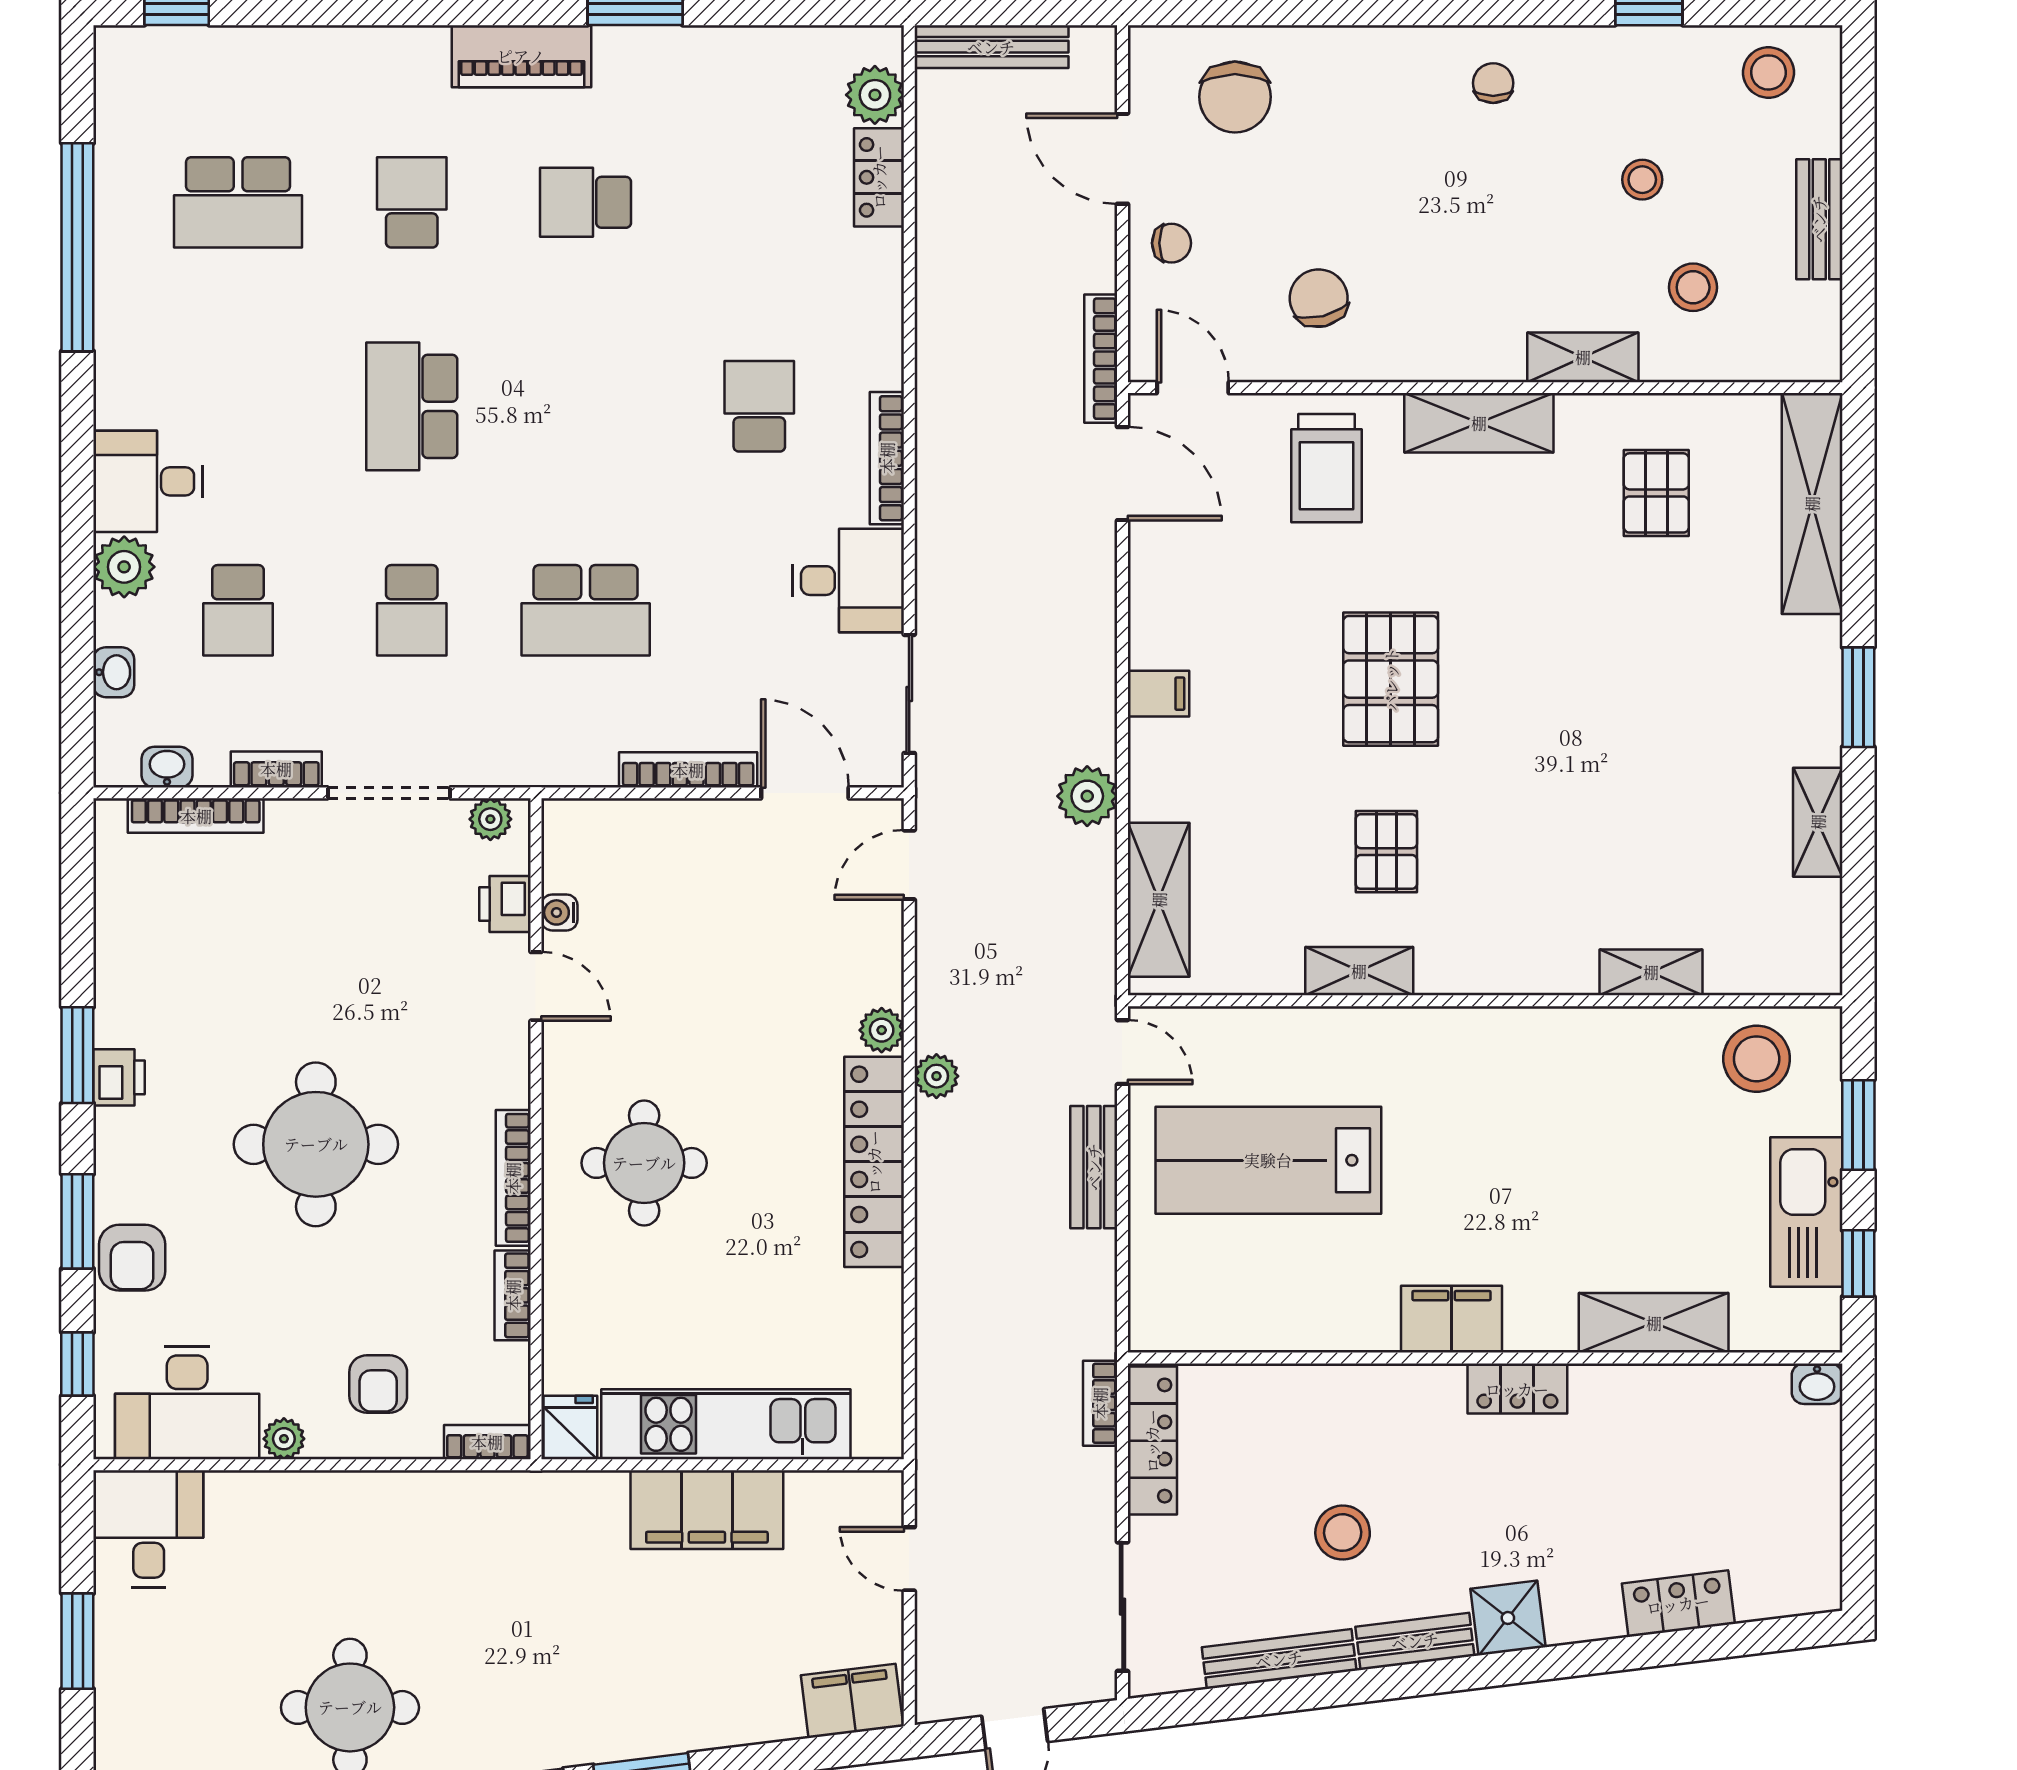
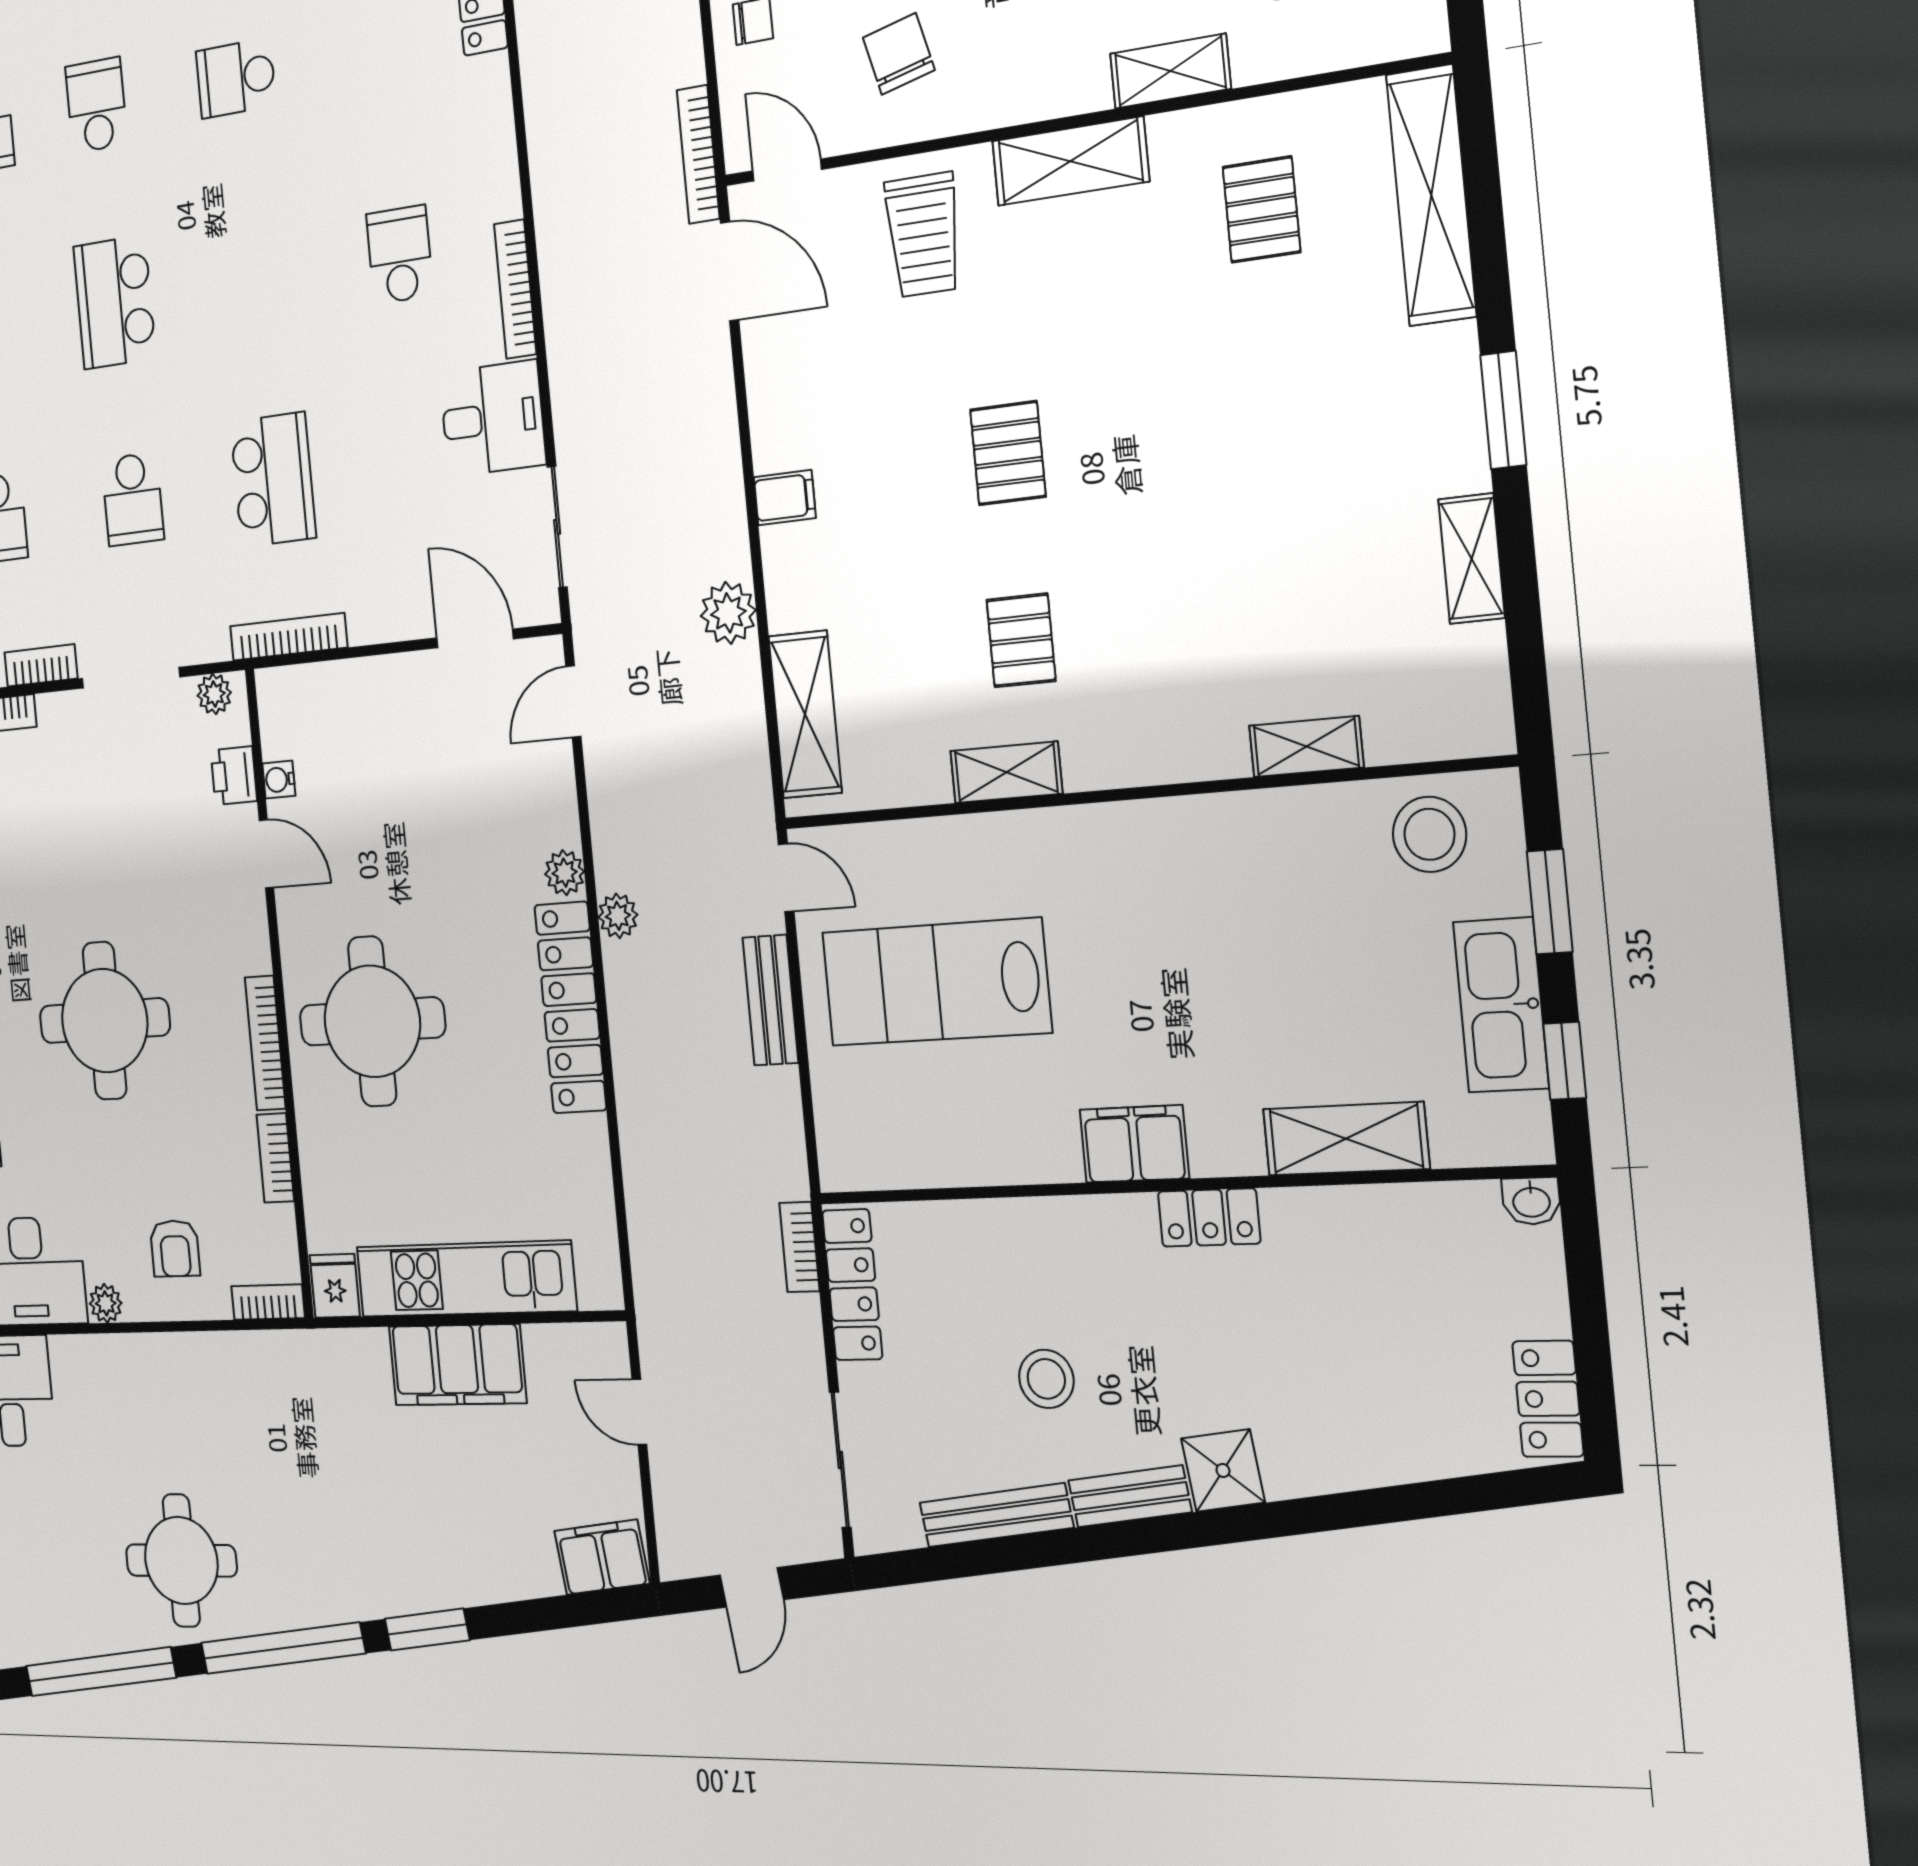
school desk: (586, 610) -> (273, 480), turned -90
pallet: (1391, 679) -> (1008, 453), width x0.67, depth x0.71
bookcase: (688, 770) -> (289, 637), moved
round table: (644, 1163) -> (372, 1021), width x1.36, depth x1.36
locker: (1678, 1604) -> (1548, 1399), moved, turned -83

